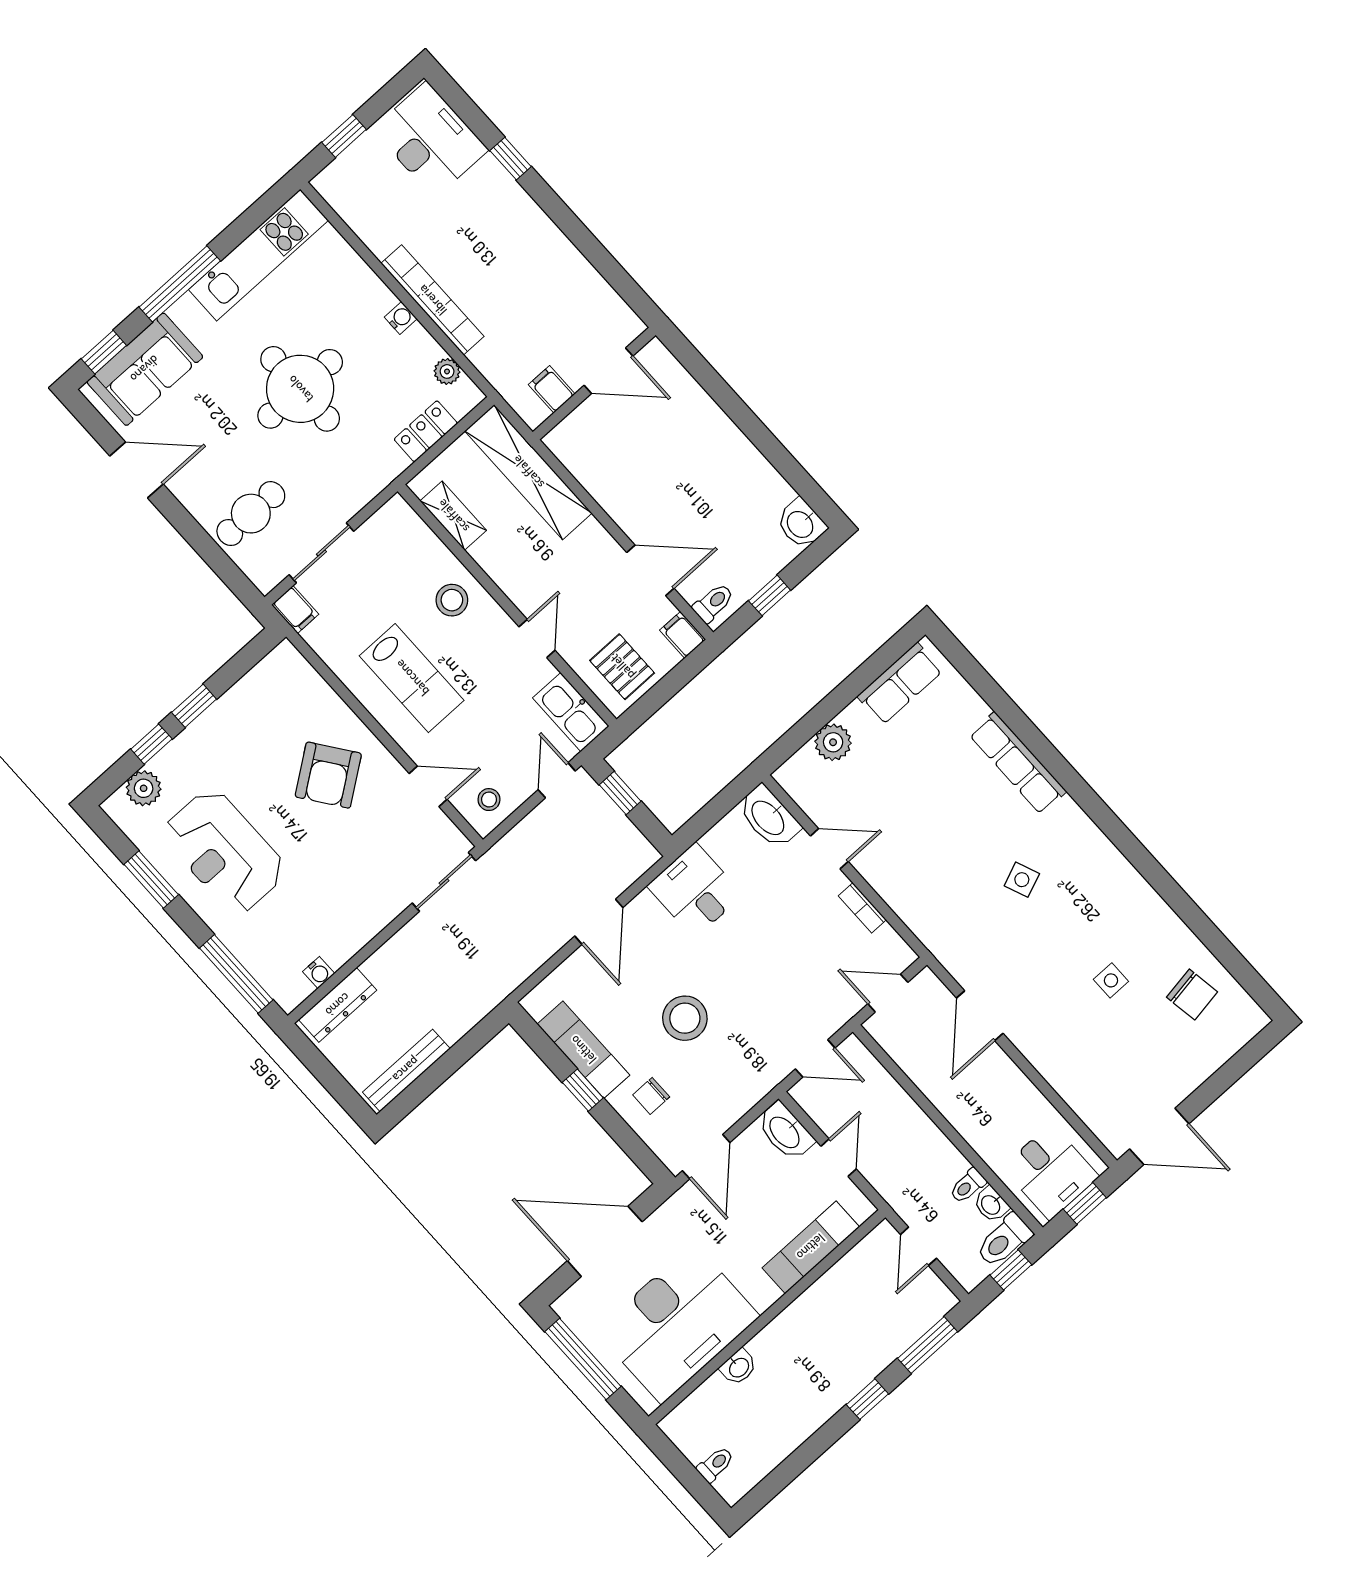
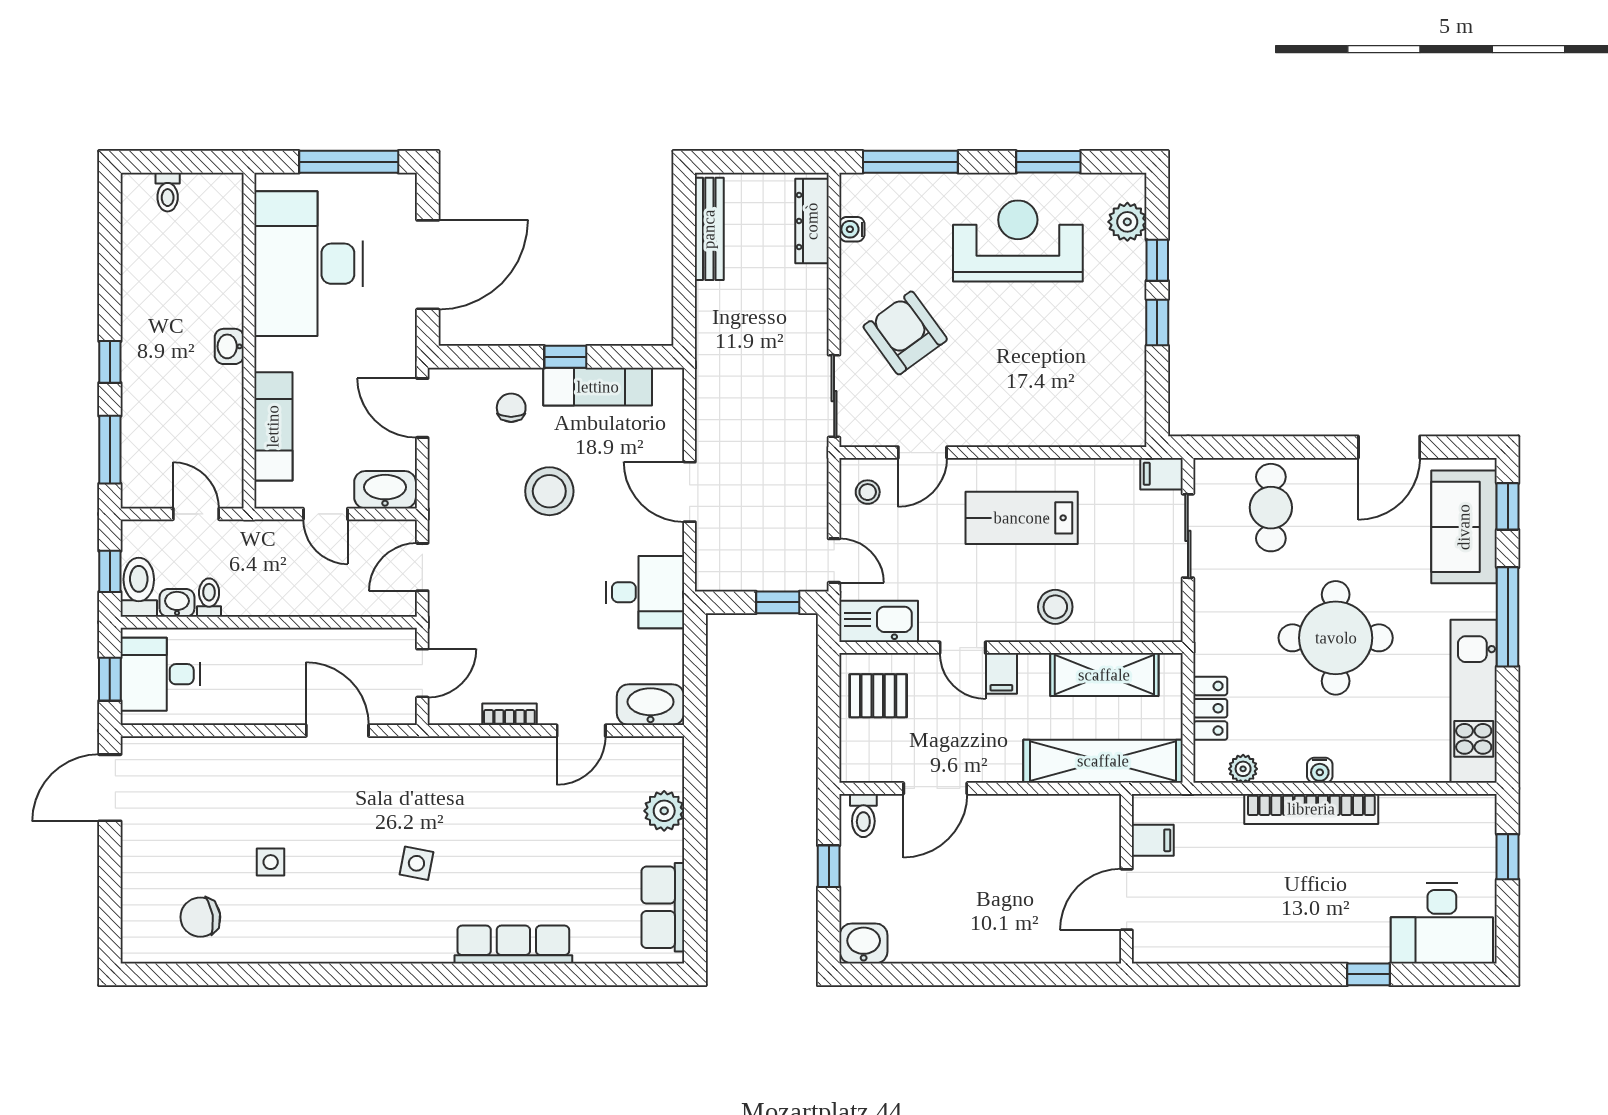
shelving: (453, 516) -> (1104, 675), width x1.50, depth x1.33
filing cabinet: (683, 635) -> (1001, 673), moved, turned 90
armchair: (328, 775) -> (905, 333), moved
side table: (1022, 880) -> (416, 863), turned 33
washbasin: (739, 1367) -> (229, 346), moved

